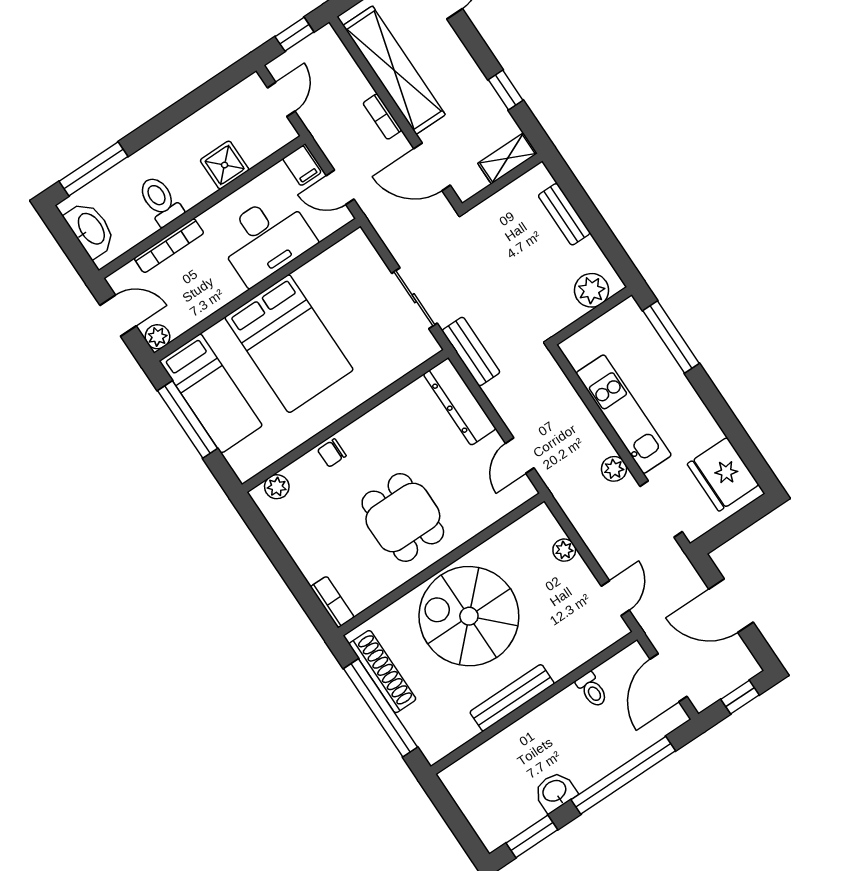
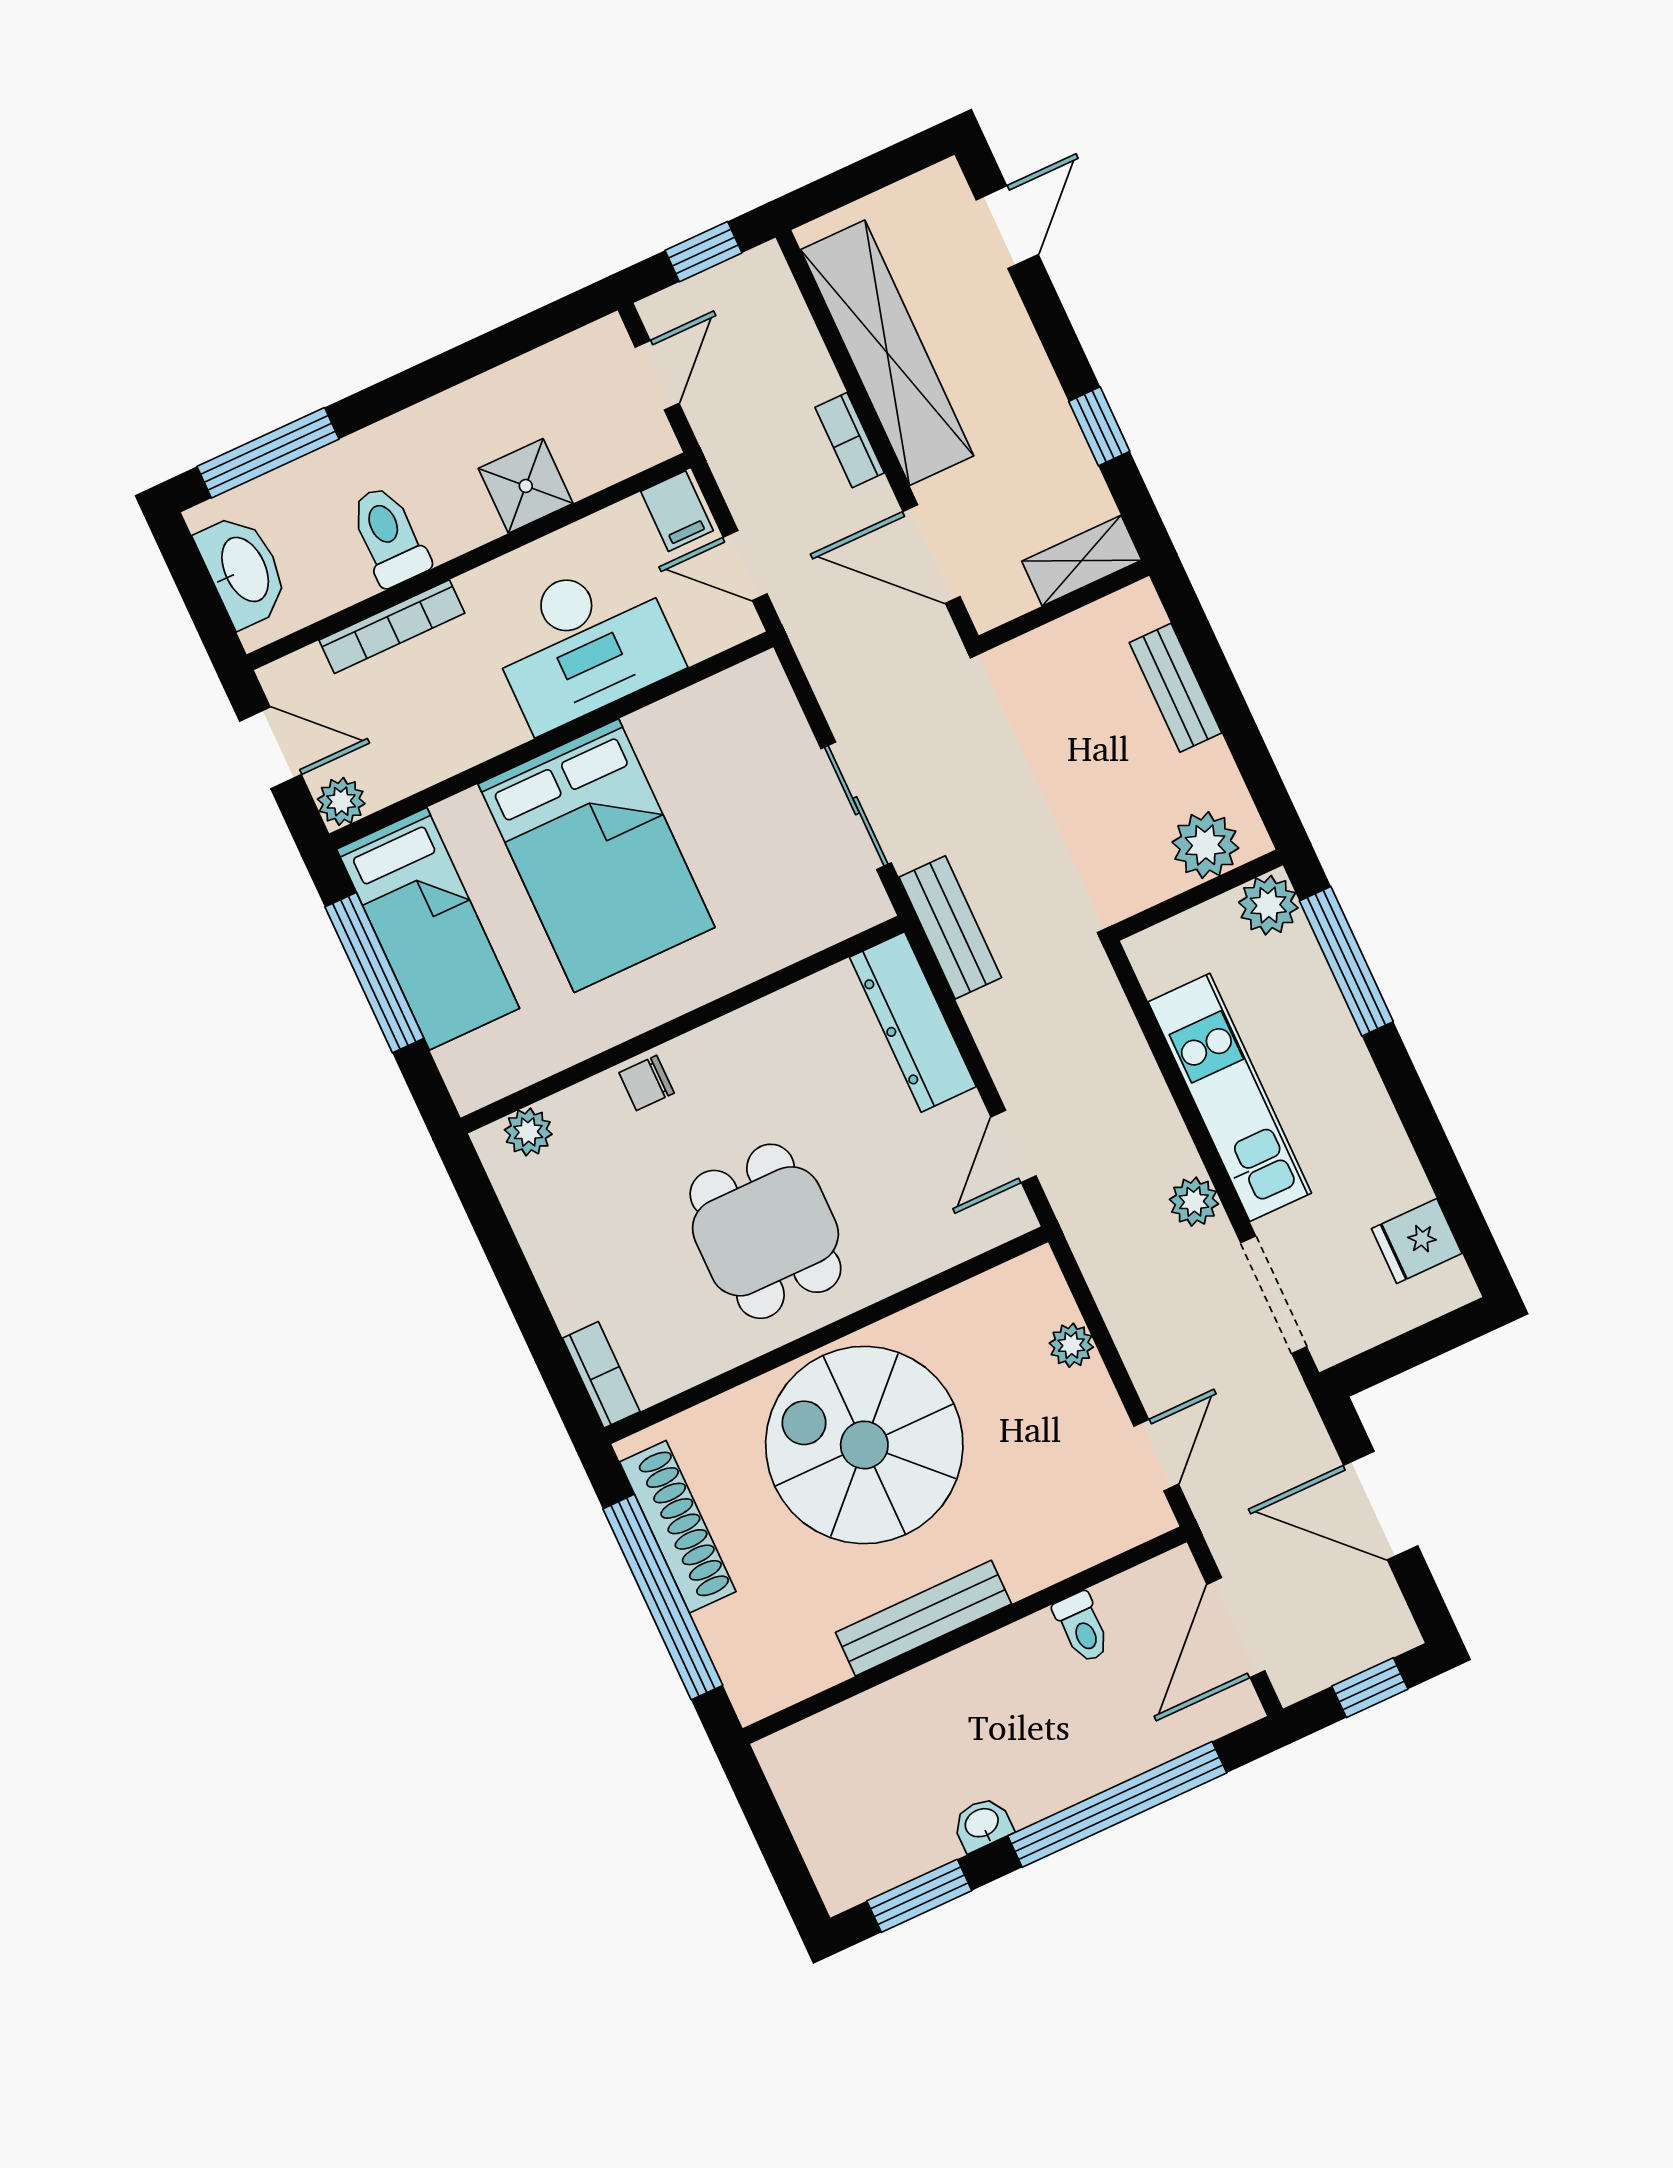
plant: (628, 315) -> (1268, 905), added
fridge: (723, 474) -> (1417, 1241), width x0.53, depth x0.75
washbasin: (555, 792) -> (982, 1824), width x0.72, depth x0.69

